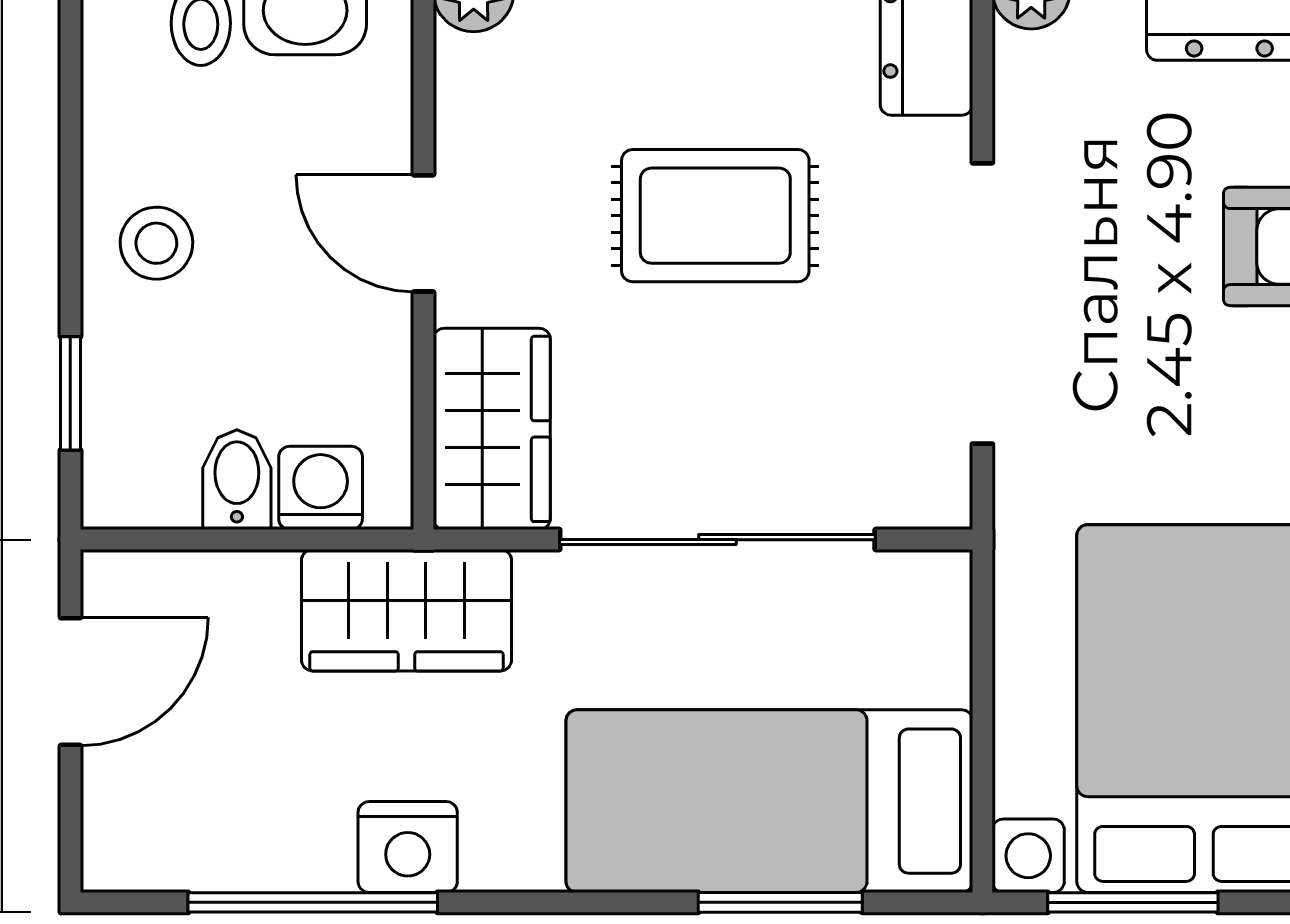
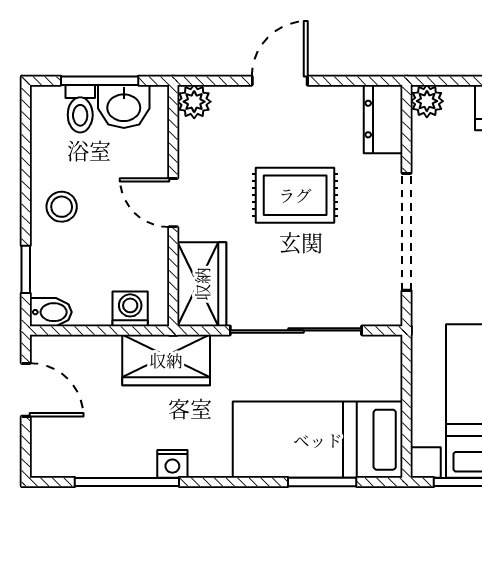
bidet: (237, 480) -> (51, 312), moved, turned 90
door: (70, 682) -> (26, 390), hinge flipped
nightstand: (408, 847) -> (172, 464), width x0.72, depth x0.74

